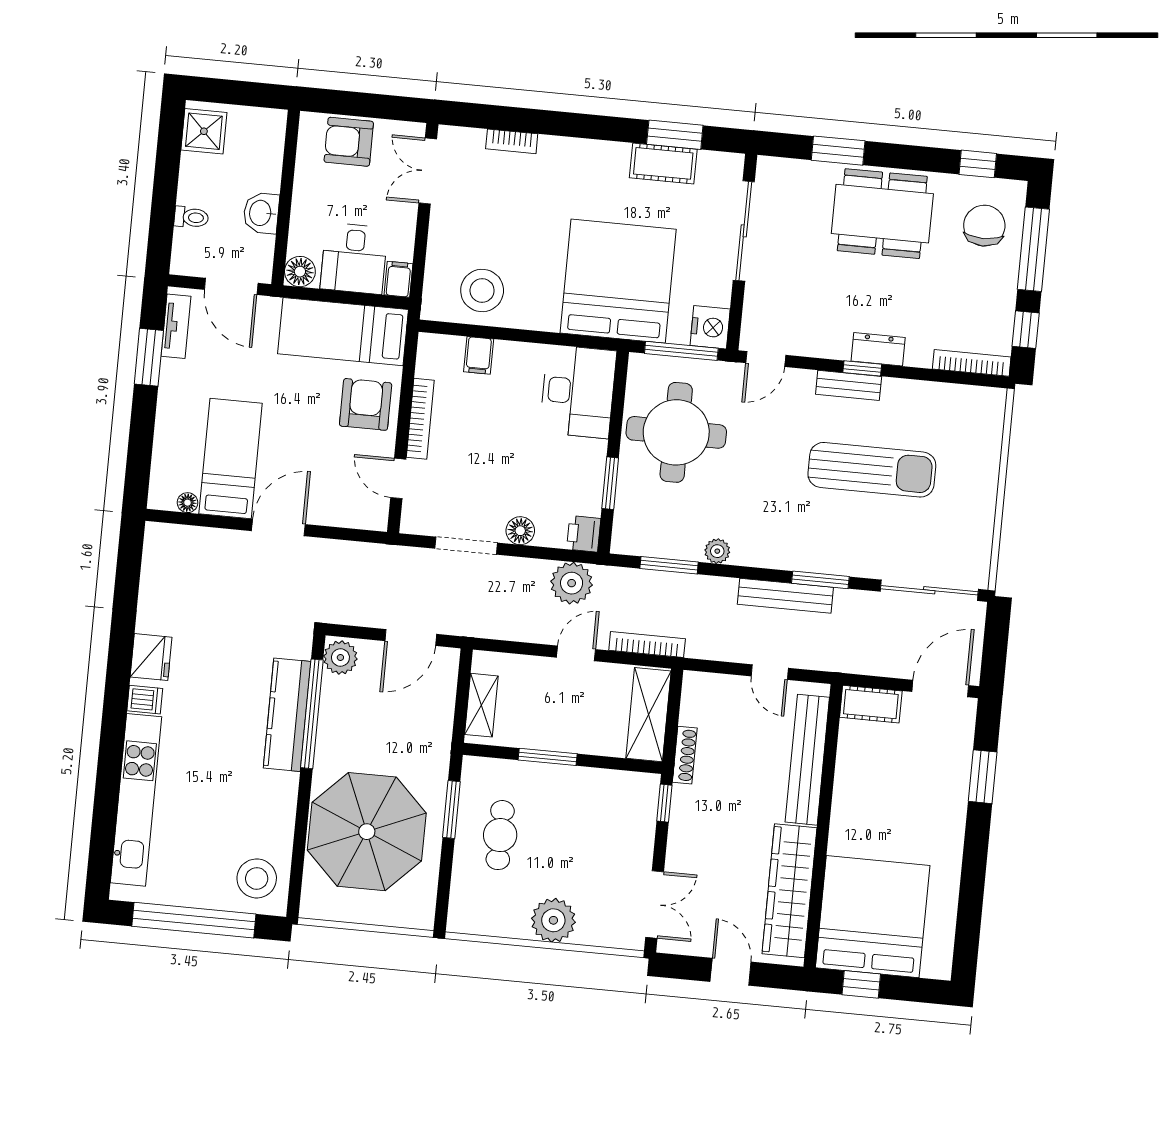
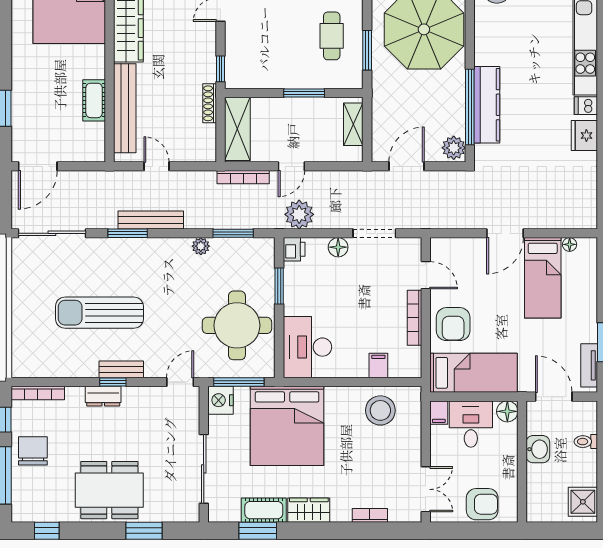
wardrobe: (599, 157) -> (309, 510), added
chair: (984, 226) -> (33, 451), moved, turned 180
cot: (871, 704) -> (94, 100), moved, turned 90

